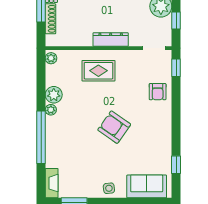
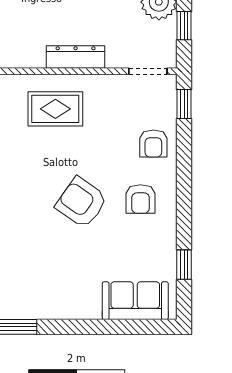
armchair: (150, 125) -> (140, 199), added
side table: (109, 188) -> (73, 304), removed

